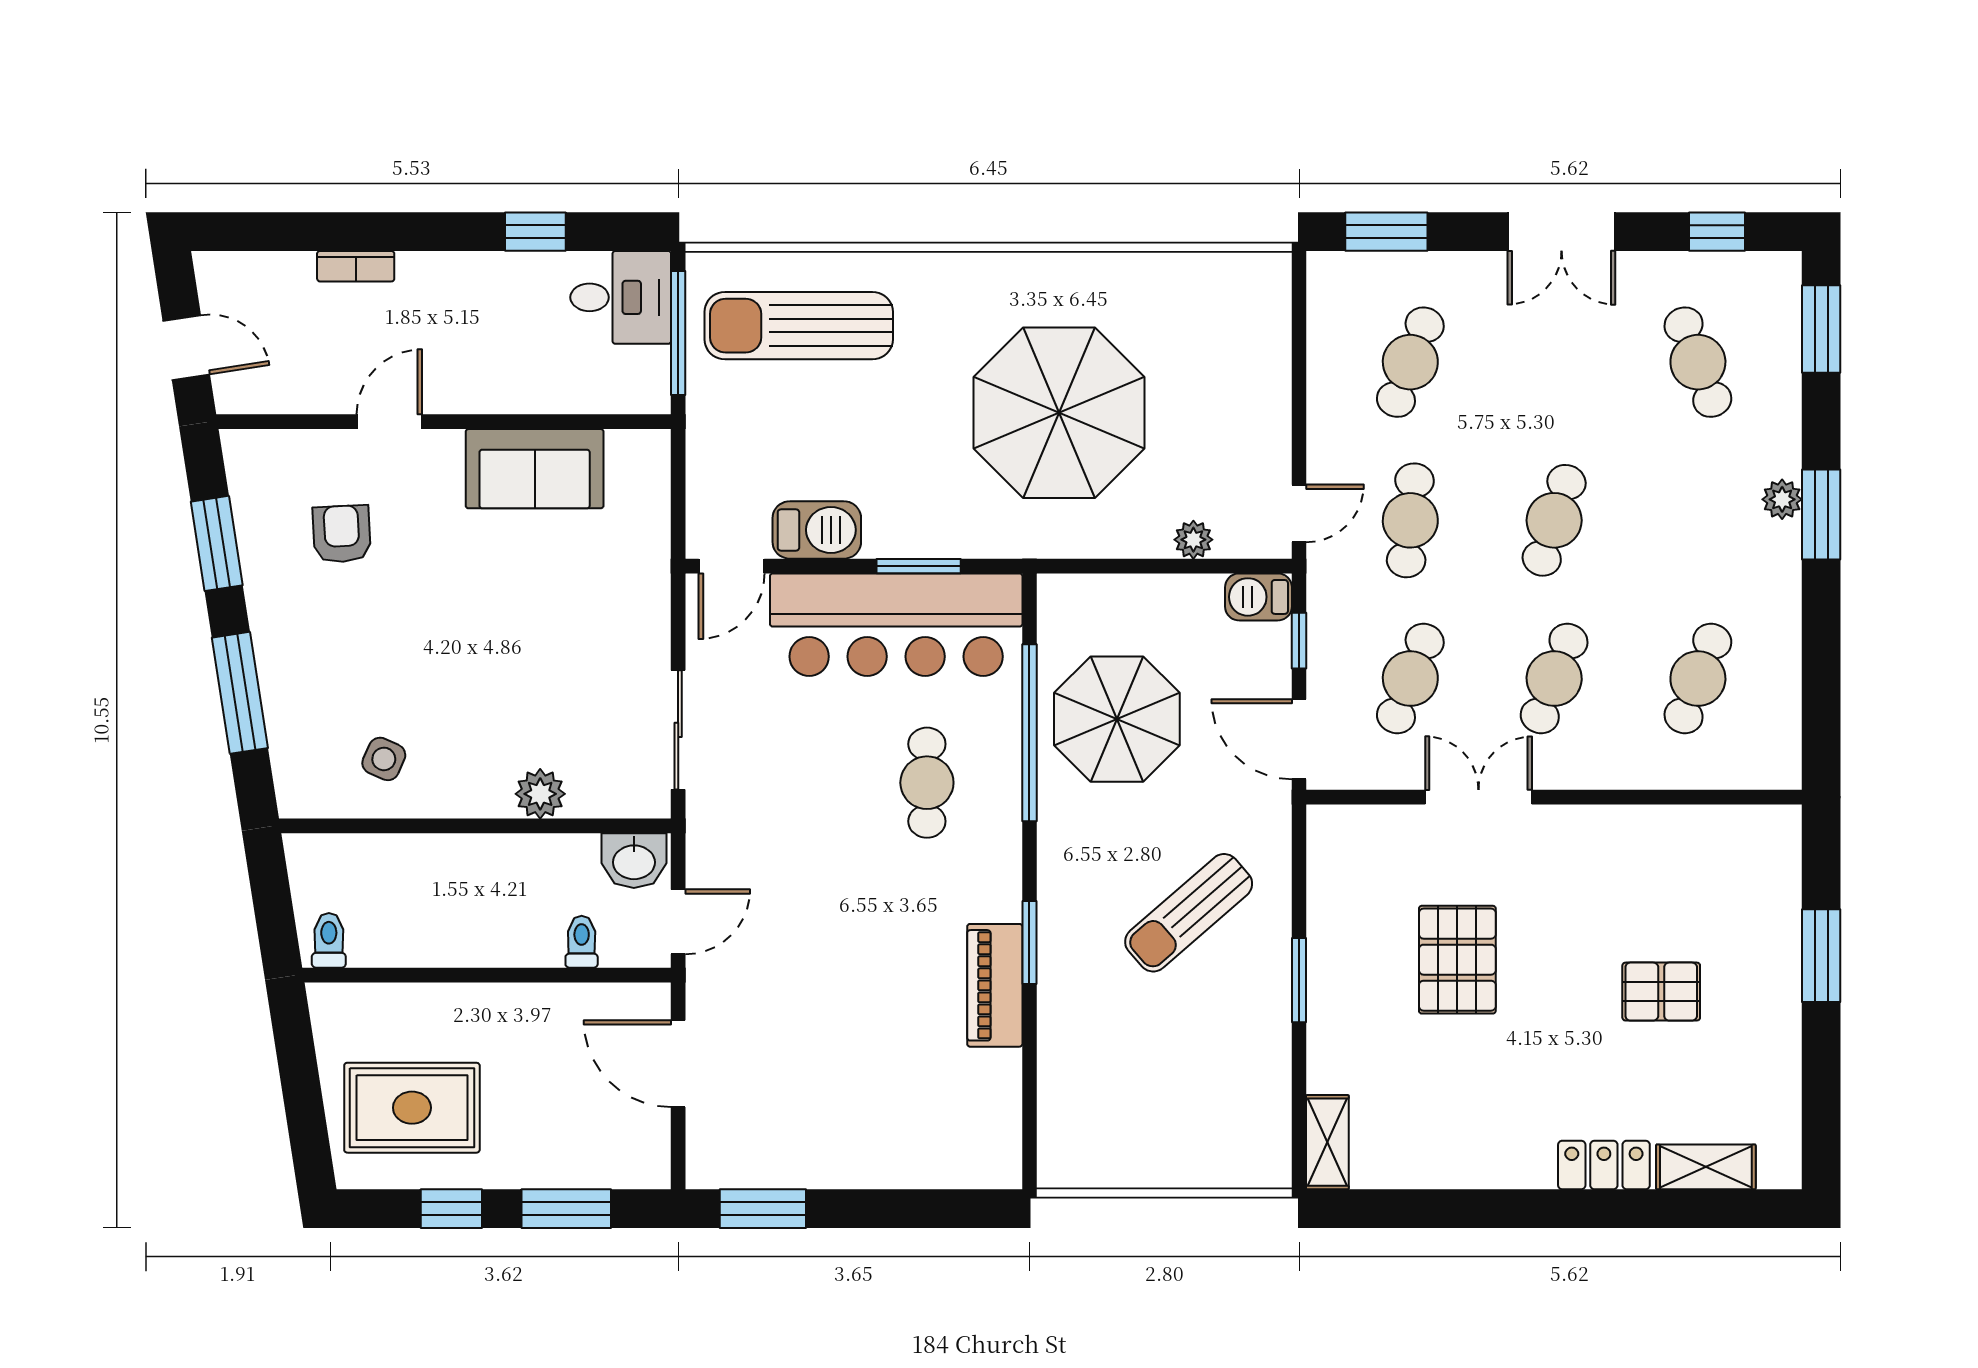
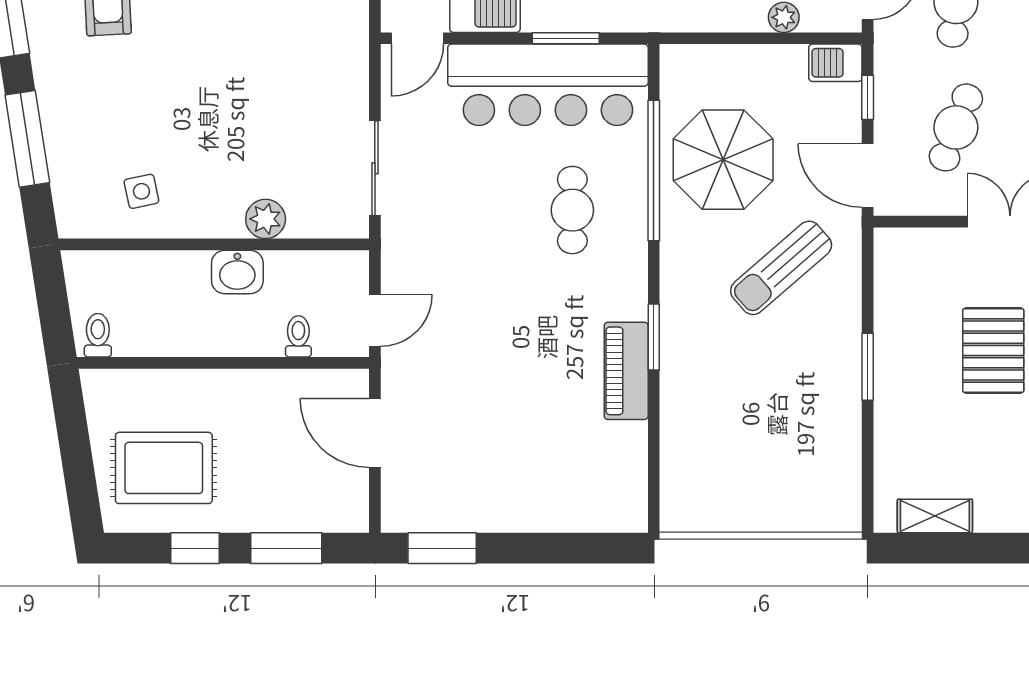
side table: (384, 759) -> (141, 191), turned -36
washbasin: (634, 861) -> (237, 272), moved
sun lounger: (1189, 913) -> (781, 268), moved
shelving: (1327, 1142) -> (935, 516), moved, turned 90

